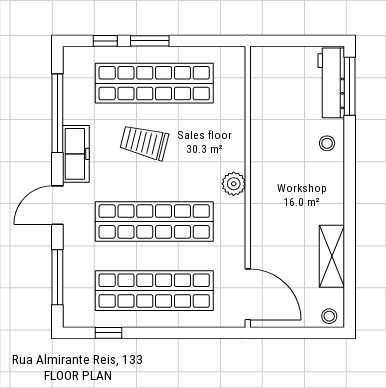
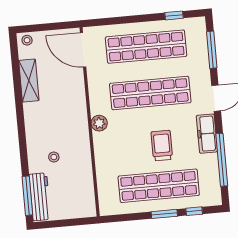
trolley: (144, 142) -> (162, 146), turned -104
stool: (327, 143) -> (54, 157), moved

